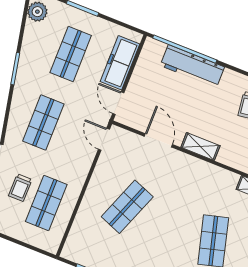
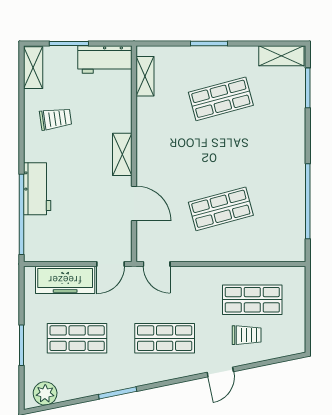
workbench: (192, 66) -> (37, 189), width x0.73
door: (104, 139) -> (157, 264), hinge flipped
door: (158, 140) -> (134, 203), swing flipped
shop shelf: (127, 207) -> (221, 209), turned -36

